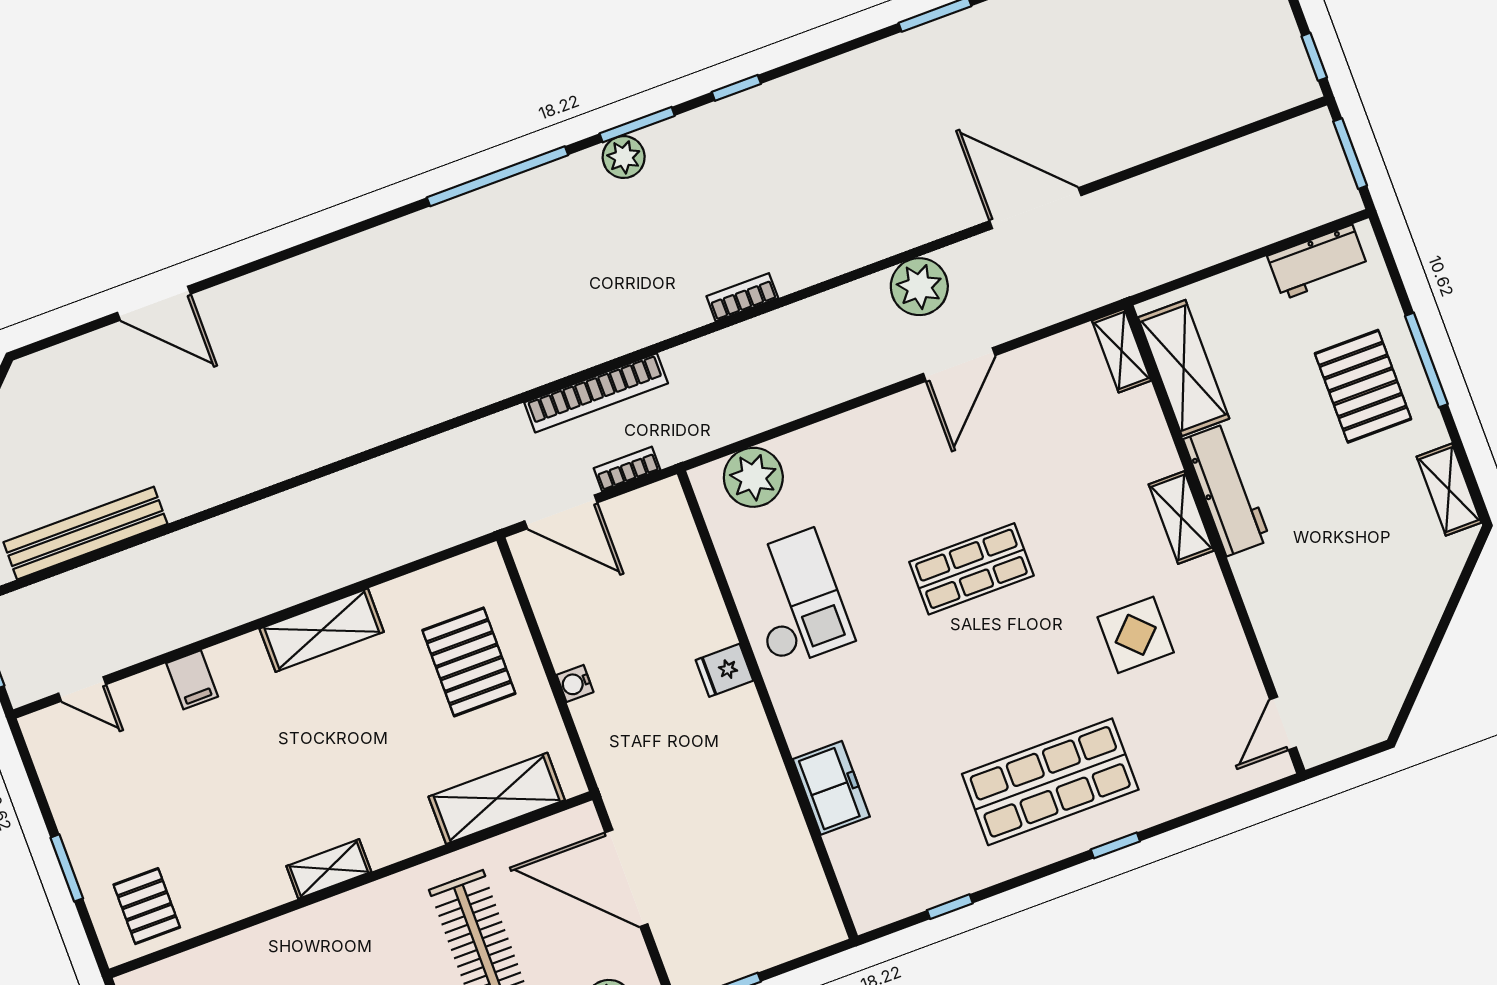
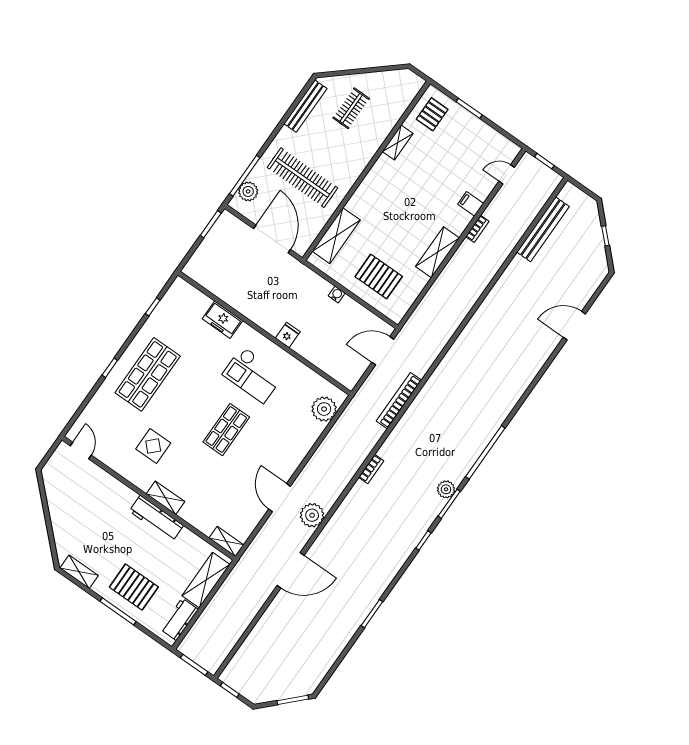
shelving: (1184, 368) -> (206, 580), moved, turned 90
bookcase: (627, 469) -> (477, 229), moved
checkout: (795, 599) -> (253, 375), moved
shelving: (329, 869) -> (398, 143), moved
door: (626, 878) -> (272, 239), hinge flipped
pallet: (147, 906) -> (432, 114), turned 90

